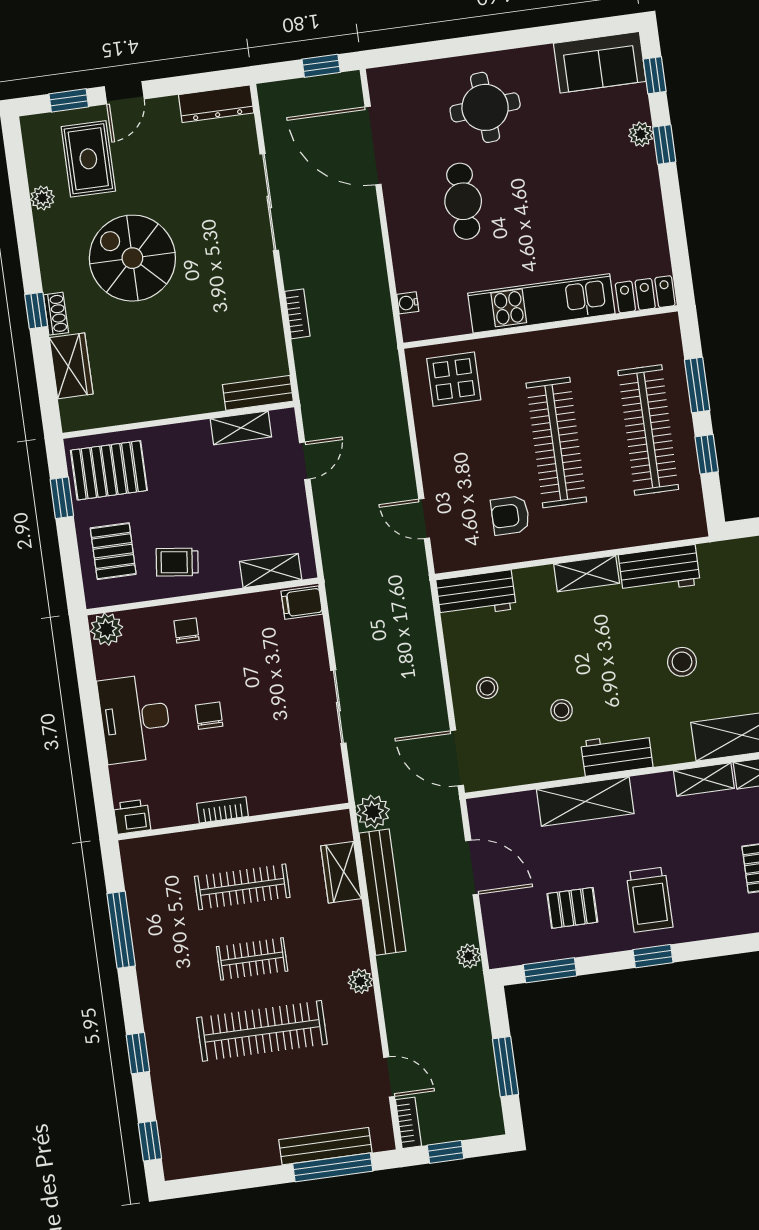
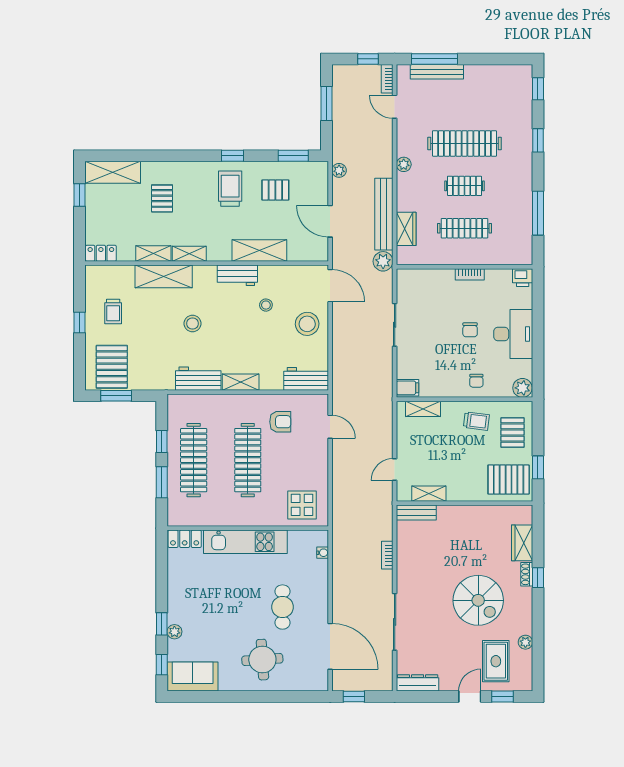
stool: (487, 688) -> (307, 324), width x1.89, depth x1.89

